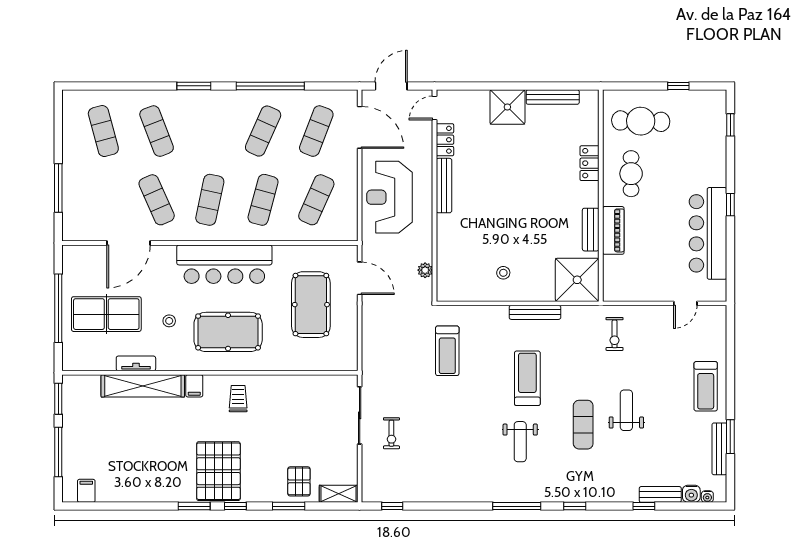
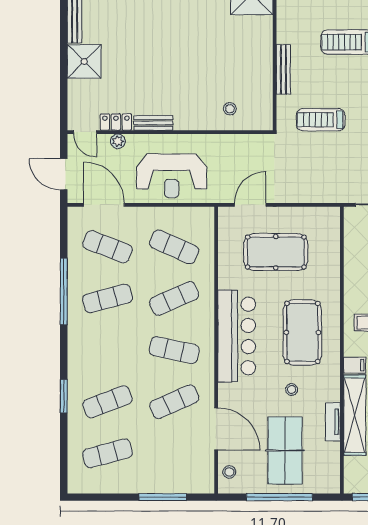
window: (194, 86) -> (64, 396), moved
door: (360, 127) -> (104, 205), hinge flipped
exercise mat: (263, 131) -> (107, 298), turned -39
bench: (444, 186) -> (153, 123), width x0.73
exercise mat: (263, 200) -> (174, 298), turned -39
stool: (84, 257) -> (229, 472), added
plant: (425, 270) -> (118, 141), moved
stool: (503, 273) -> (230, 109), moved
bench: (535, 312) -> (283, 69), moved
treadmill: (447, 351) -> (321, 120), turned 180

